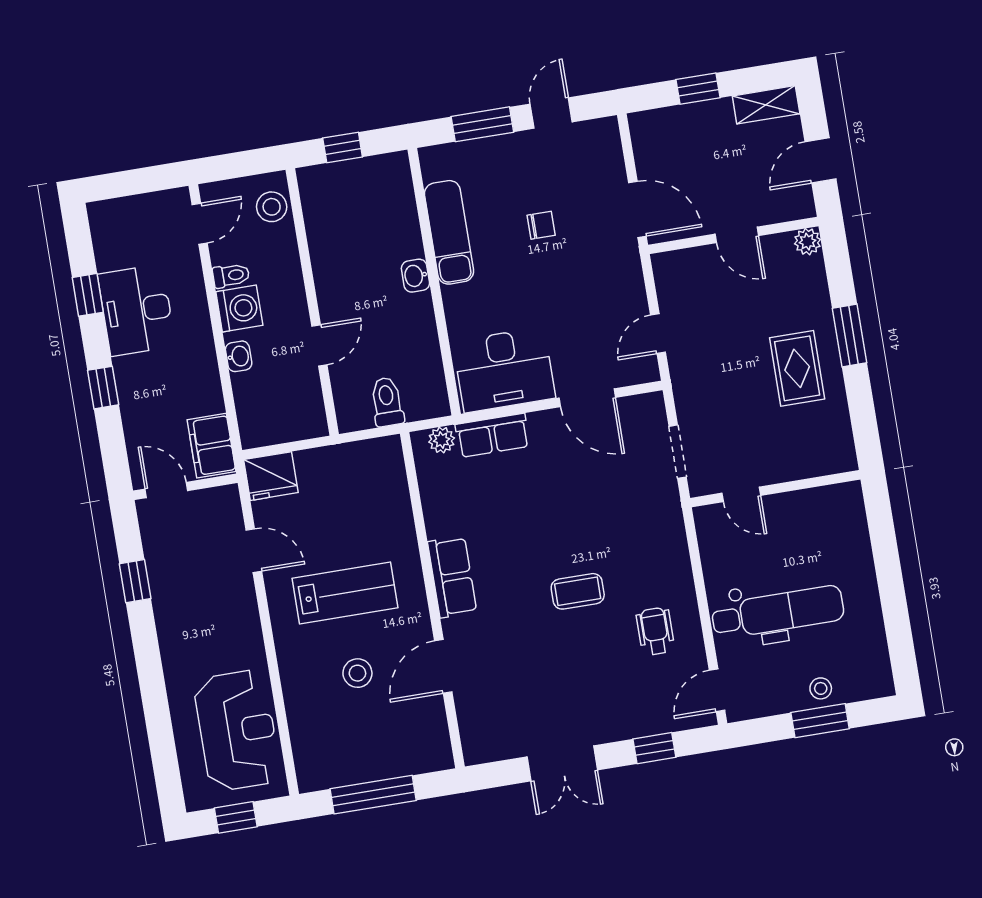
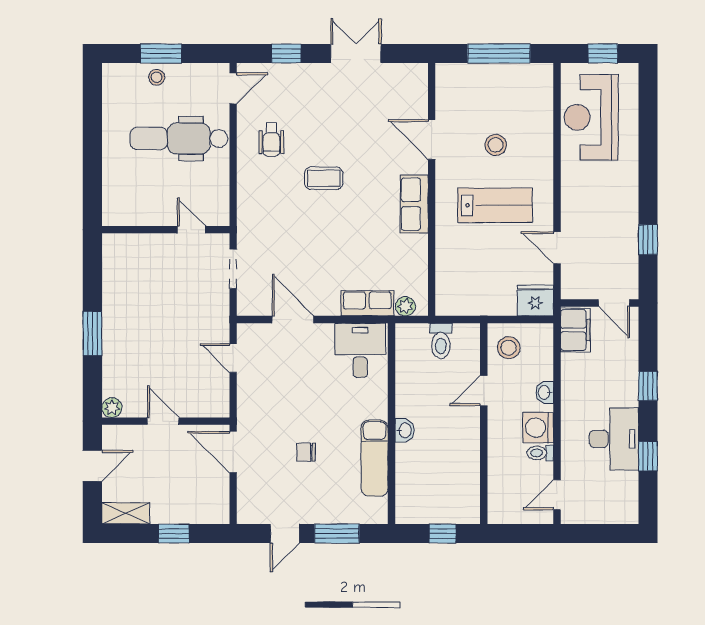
stool: (272, 207) -> (509, 348), moved
door: (658, 334) -> (233, 358), swing flipped
rug: (797, 368) -> (135, 316), removed
desk: (504, 370) -> (360, 350), width x0.73
lab bench: (345, 593) -> (495, 205), turned 180
door: (443, 666) -> (432, 139), swing flipped

